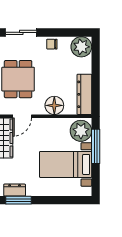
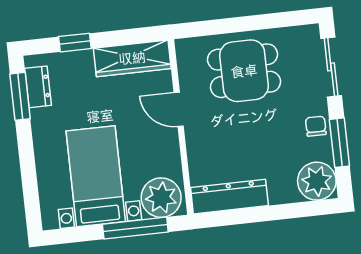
window: (62, 32) -> (339, 143), added
floor lamp: (54, 105) -> (203, 143), removed
door: (22, 116) -> (179, 109), moved

